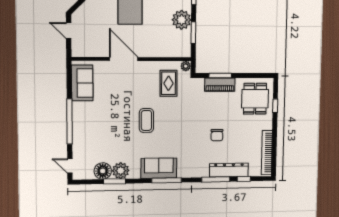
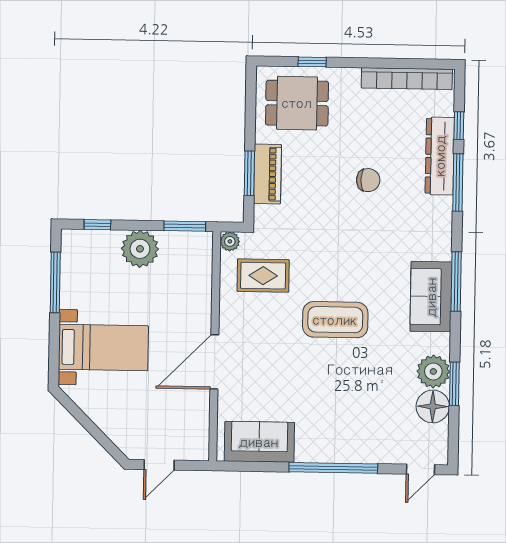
window: (193, 33) -> (185, 226), moved
coffee table: (146, 120) -> (335, 320), width x1.36, depth x1.32

